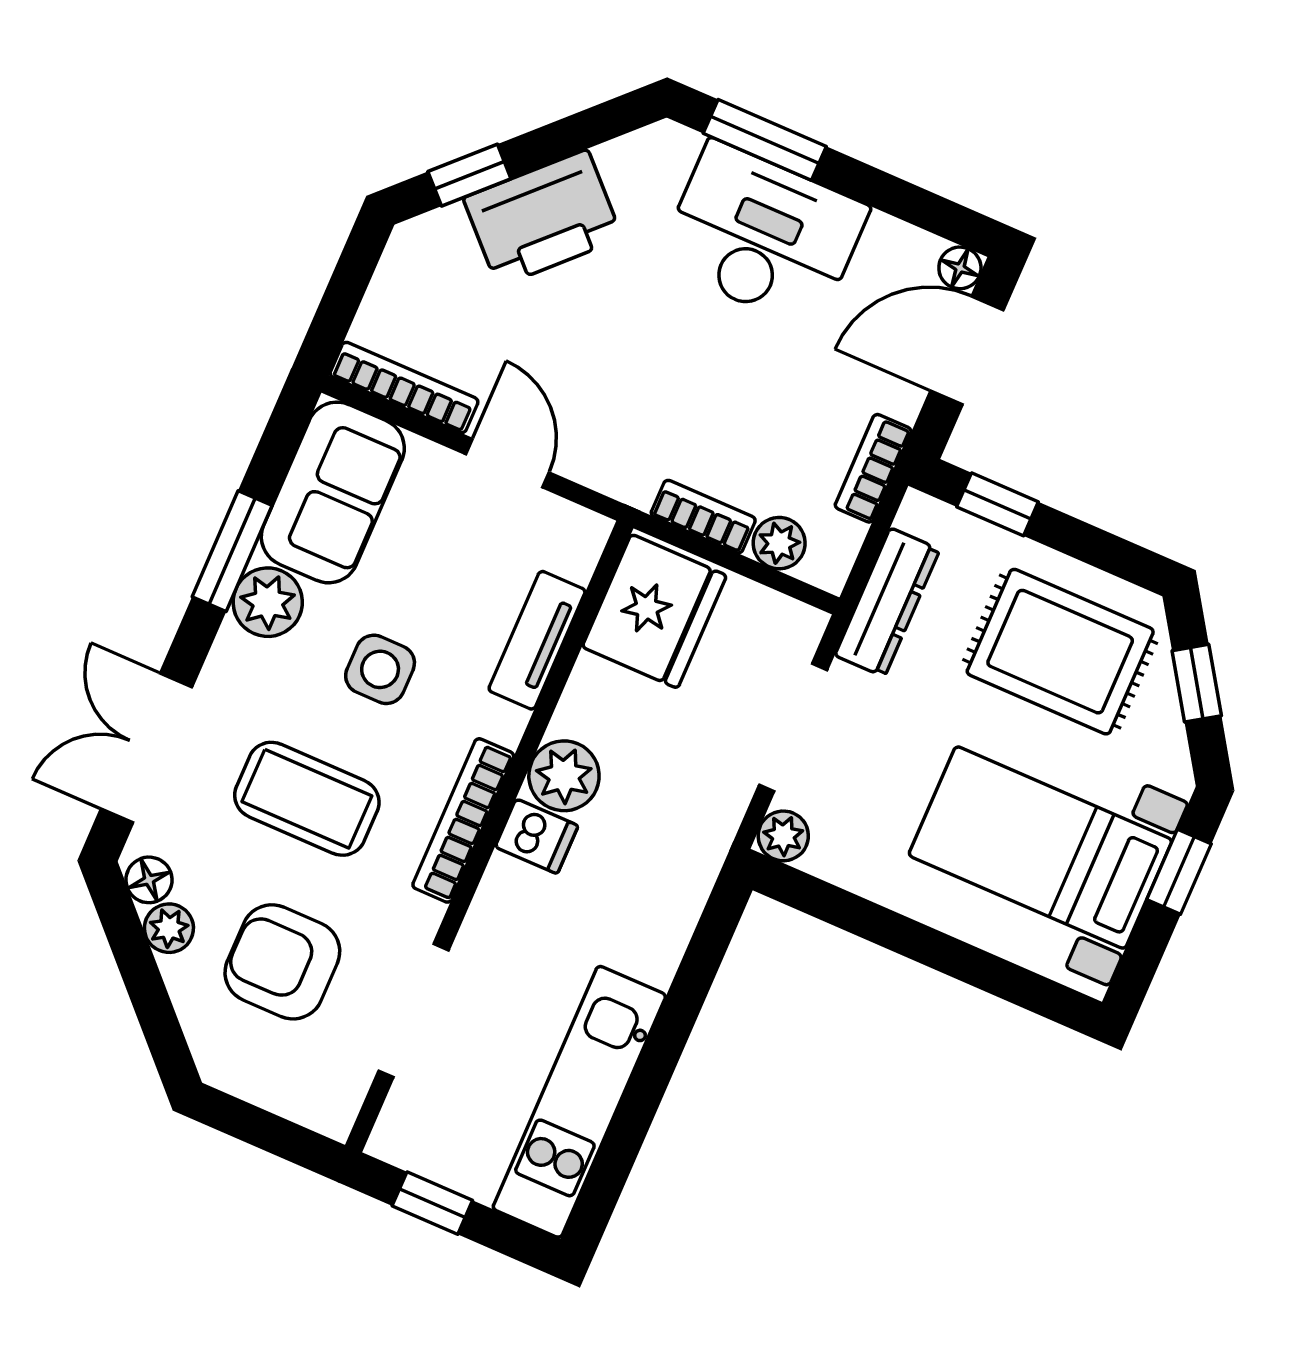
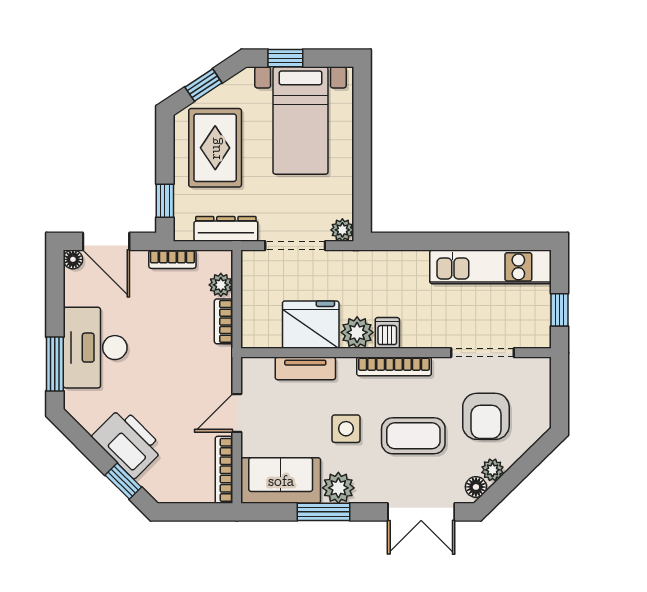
fridge: (654, 611) -> (311, 325), moved
coffee table: (307, 799) -> (413, 436), turned 90

